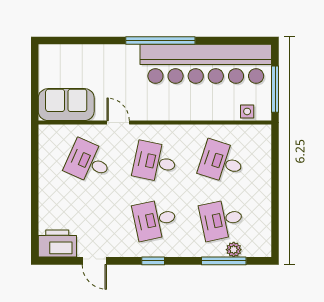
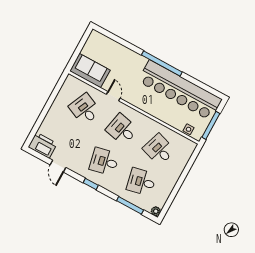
plant: (234, 250) -> (156, 211), moved

